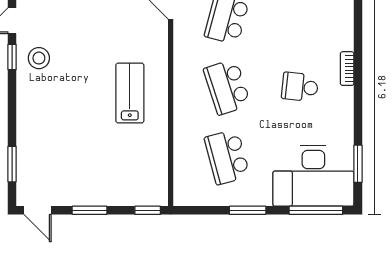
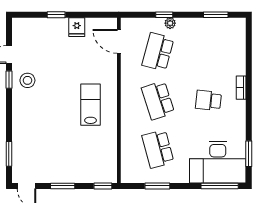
window: (248, 210) -> (157, 186), moved

